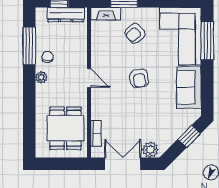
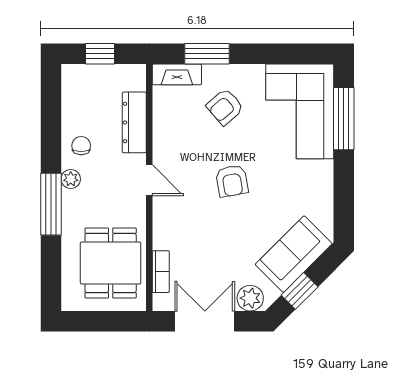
dresser: (66, 15) -> (134, 122), moved, turned 90
window: (29, 46) -> (51, 204), moved
sofa: (189, 87) -> (294, 254), moved, turned 45
window: (189, 136) -> (300, 291), moved

